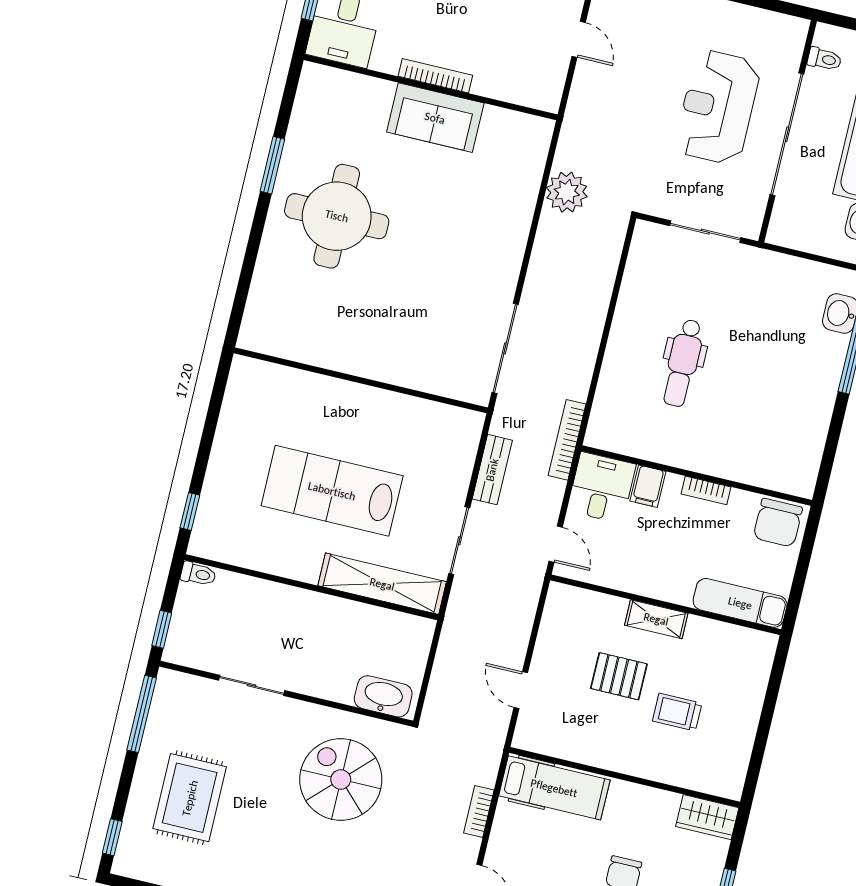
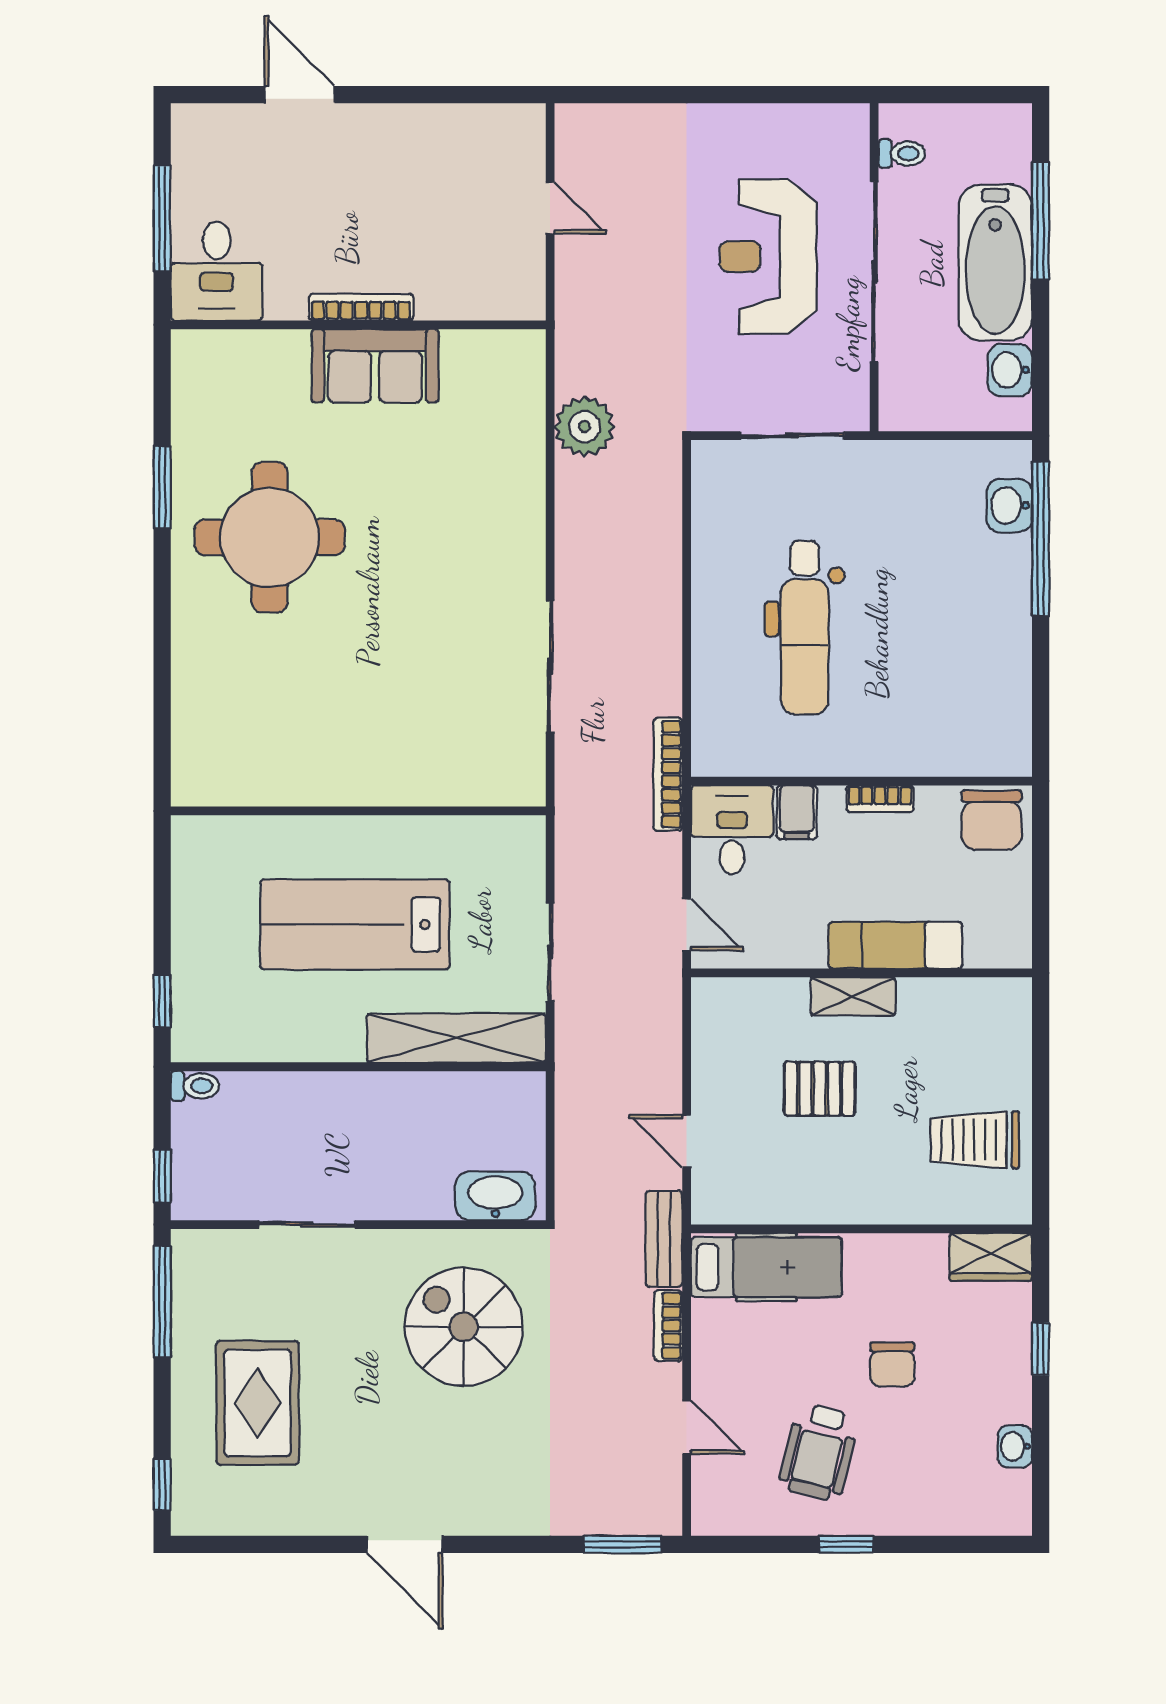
dental chair: (683, 363) -> (805, 628), width x1.36, depth x1.38
wall: (361, 380) -> (358, 811), moved
bench: (492, 470) -> (664, 1239), moved
exam couch: (740, 603) -> (895, 945), moved
trolley: (677, 712) -> (975, 1140), moved, width x1.36, depth x1.39

